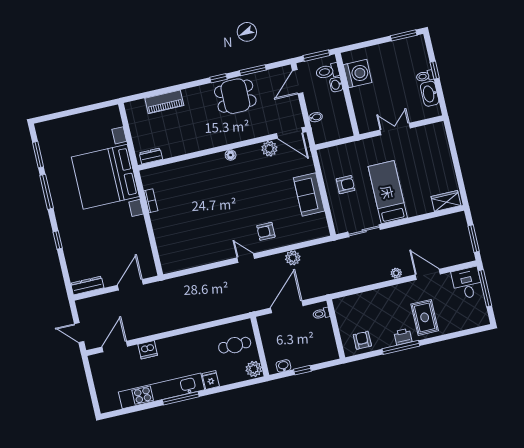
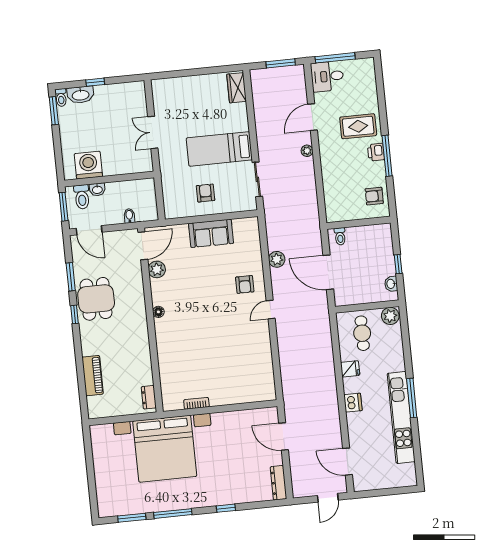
toilet: (425, 76) -> (61, 98), moved
washbasin: (430, 94) -> (81, 95), moved
dishwasher: (148, 350) -> (353, 403), moved
fridge: (211, 380) -> (350, 369), moved, turned 180

